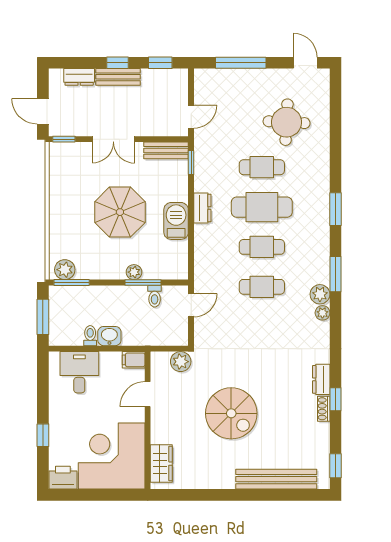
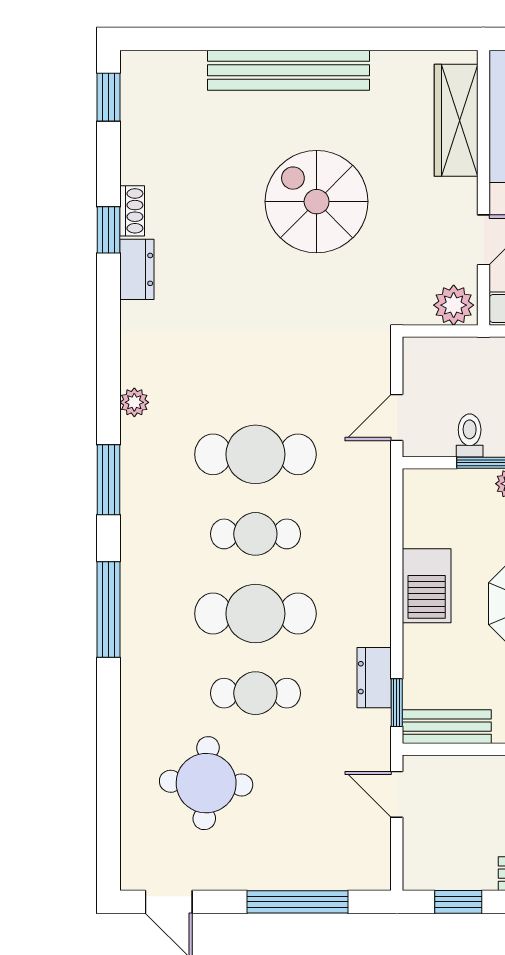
door: (191, 117) -> (397, 794), hinge flipped
dresser: (202, 208) -> (374, 678), moved
window: (335, 209) -> (108, 609), width x1.44
cafe table: (262, 287) -> (255, 454), width x1.37, depth x1.35
plant: (320, 294) -> (139, 439), removed
plant: (181, 362) -> (454, 305), moved
wardrobe: (161, 464) -> (456, 120), width x1.50
bench: (276, 479) -> (289, 70), moved

